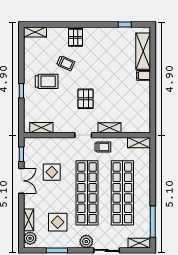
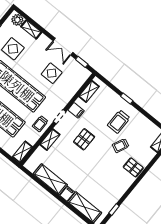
pallet: (86, 99) -> (84, 139), turned 90
shelving: (143, 100) -> (50, 179), added
filing cabinet: (67, 126) -> (76, 110), added

